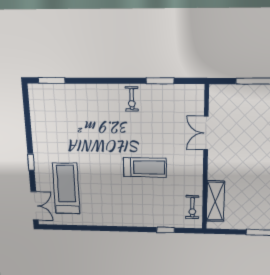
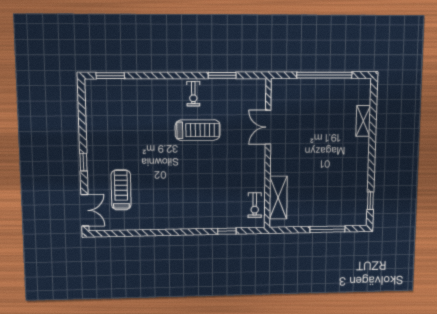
treadmill: (145, 167) -> (198, 130), moved
treadmill: (66, 189) -> (121, 190), width x0.73, depth x0.73

